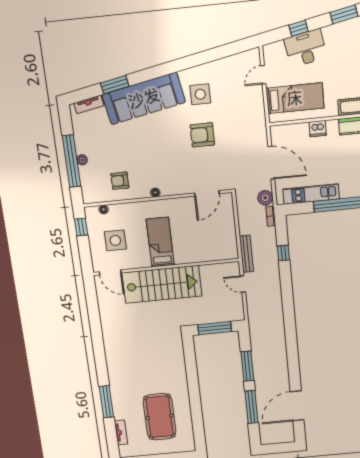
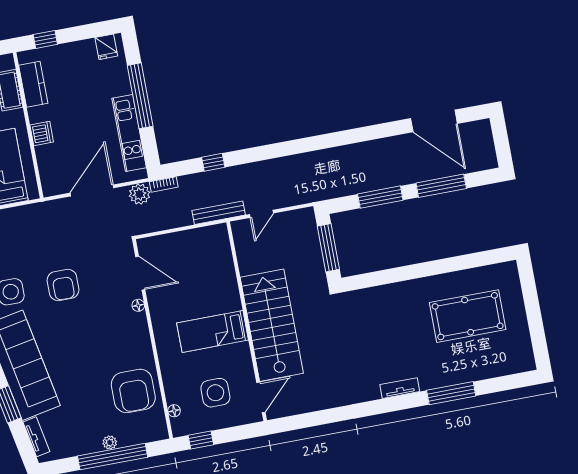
armchair: (120, 181) -> (133, 391), width x1.88, depth x1.88
floor lamp: (155, 193) -> (138, 305), moved
tv unit: (121, 432) -> (400, 388), moved

